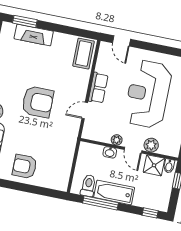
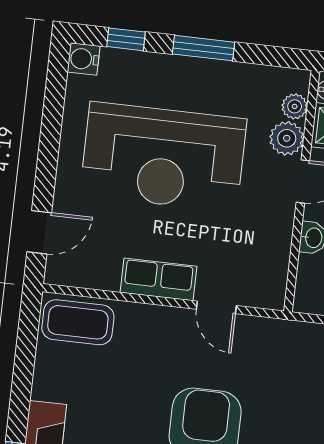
plant: (117, 140) -> (295, 106), moved

